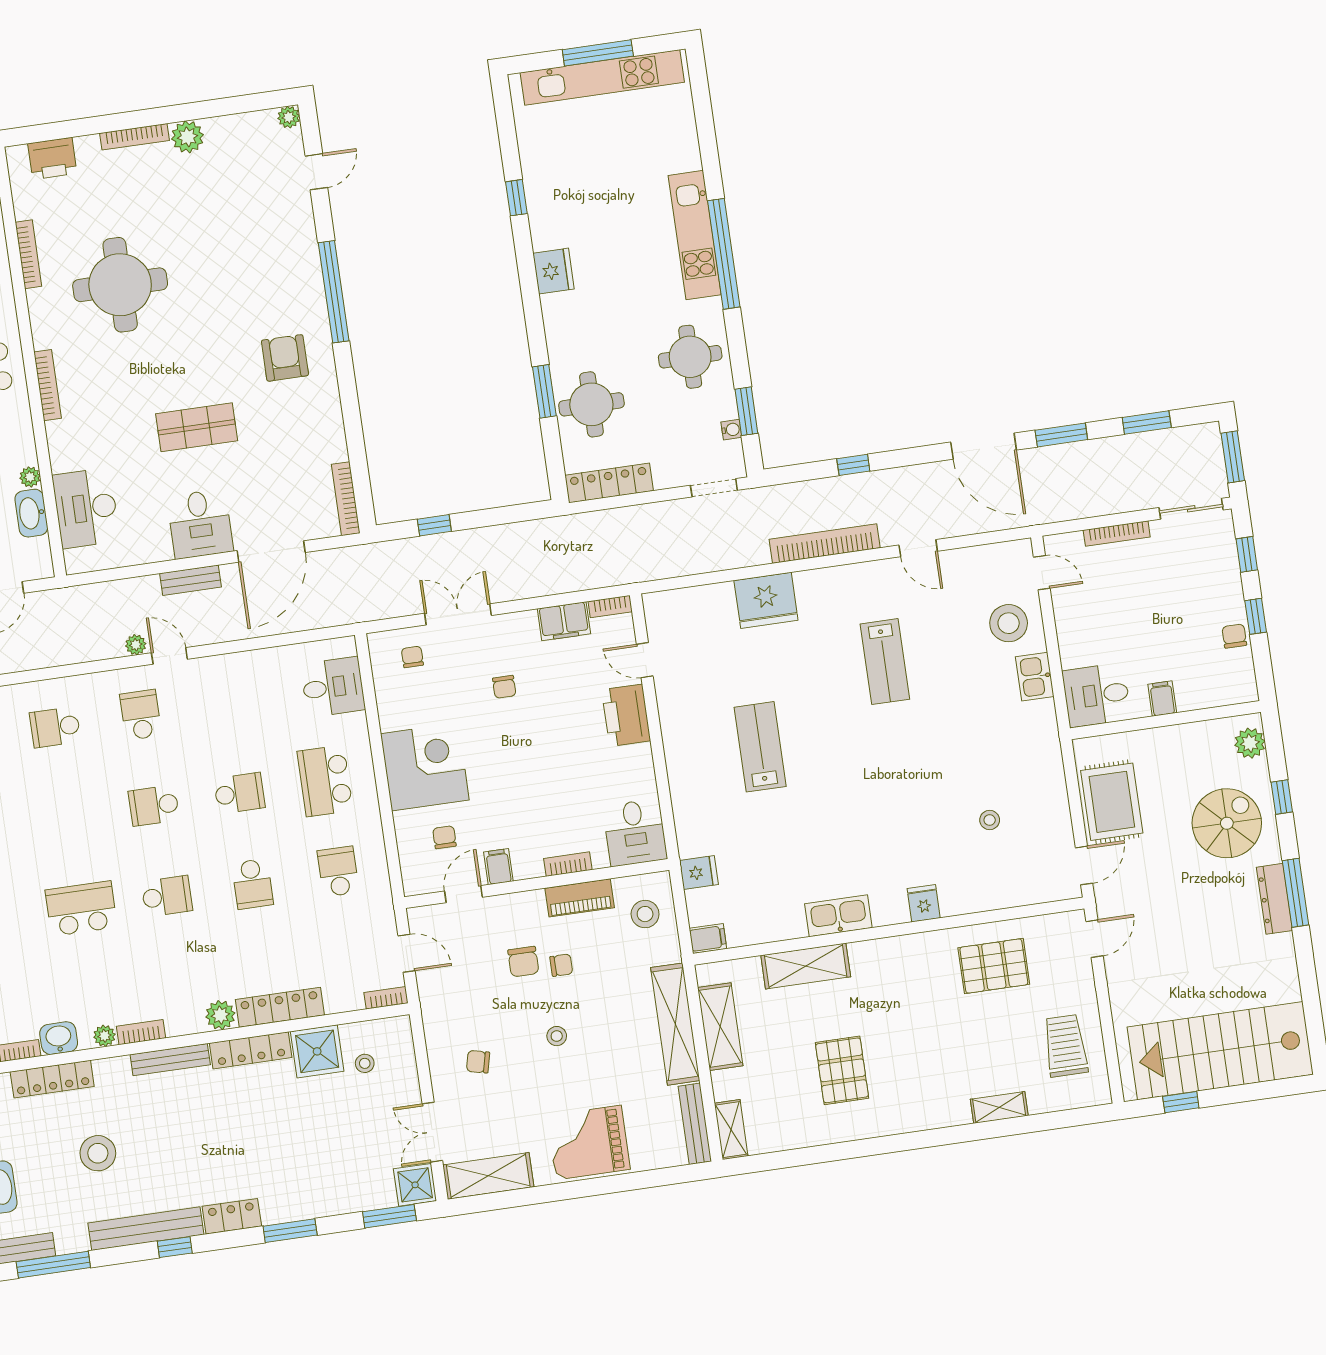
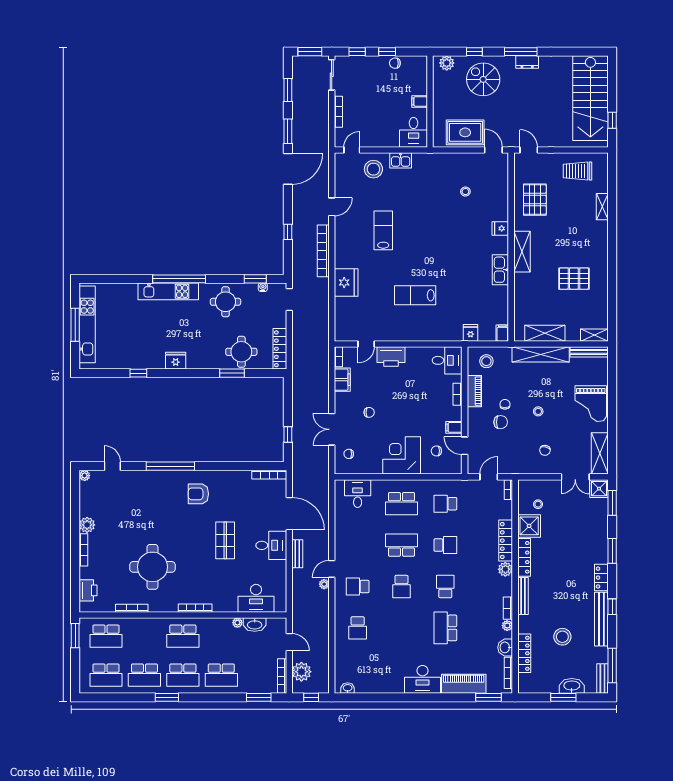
lab bench: (885, 662) -> (383, 230), turned -90
school desk: (239, 793) -> (401, 545), width x1.85
dresser: (1275, 899) -> (527, 62), width x0.70
shelving: (806, 966) -> (522, 252), moved

